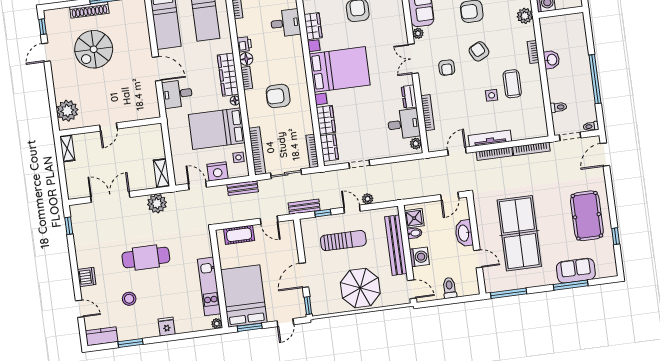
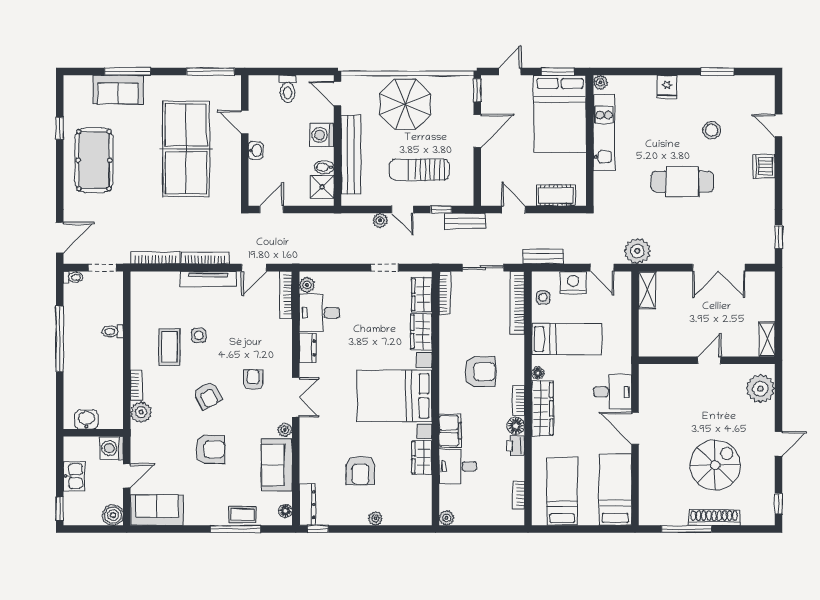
plant: (525, 16) -> (141, 412), moved
filing cabinet: (295, 49) -> (450, 431), added
door: (46, 52) -> (779, 444), moved
washbasin: (552, 60) -> (86, 419), moved, turned 90
toilet: (558, 107) -> (113, 331), moved
bookcase: (428, 113) -> (286, 295), moved
bed: (217, 129) -> (567, 339), width x0.67
plant: (157, 203) -> (637, 251), moved
washbasin: (464, 233) -> (256, 150), width x0.52, depth x0.69
kitchen counter: (102, 336) -> (754, 85), removed

